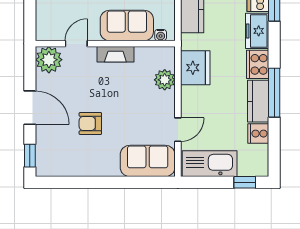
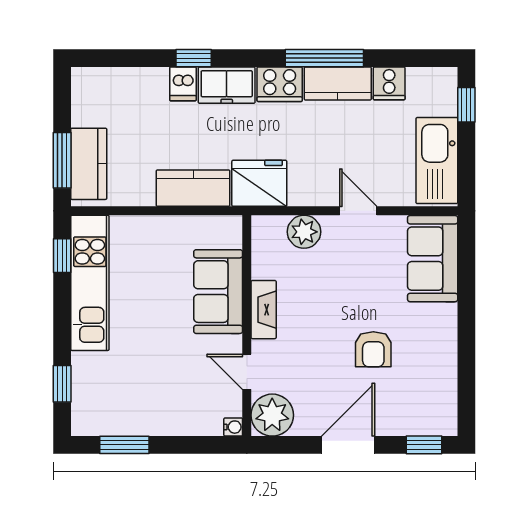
water cooler: (161, 35) -> (233, 427), moved
fridge: (195, 68) -> (259, 183), moved
door: (178, 130) -> (358, 211), moved

